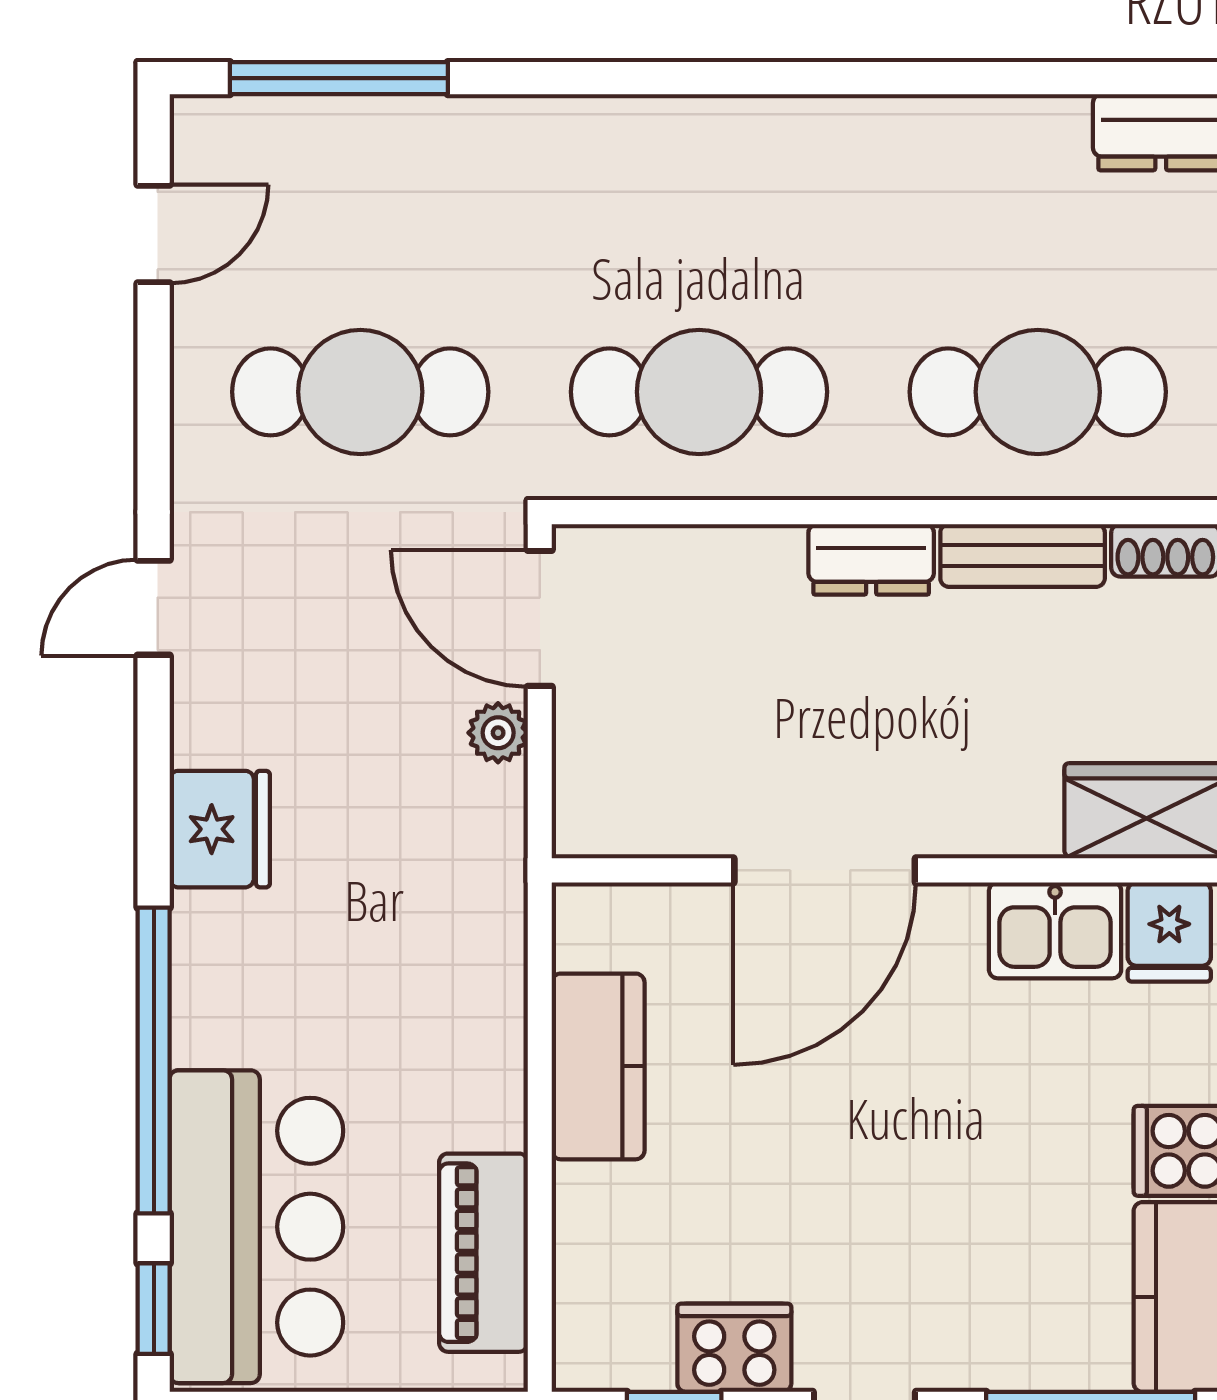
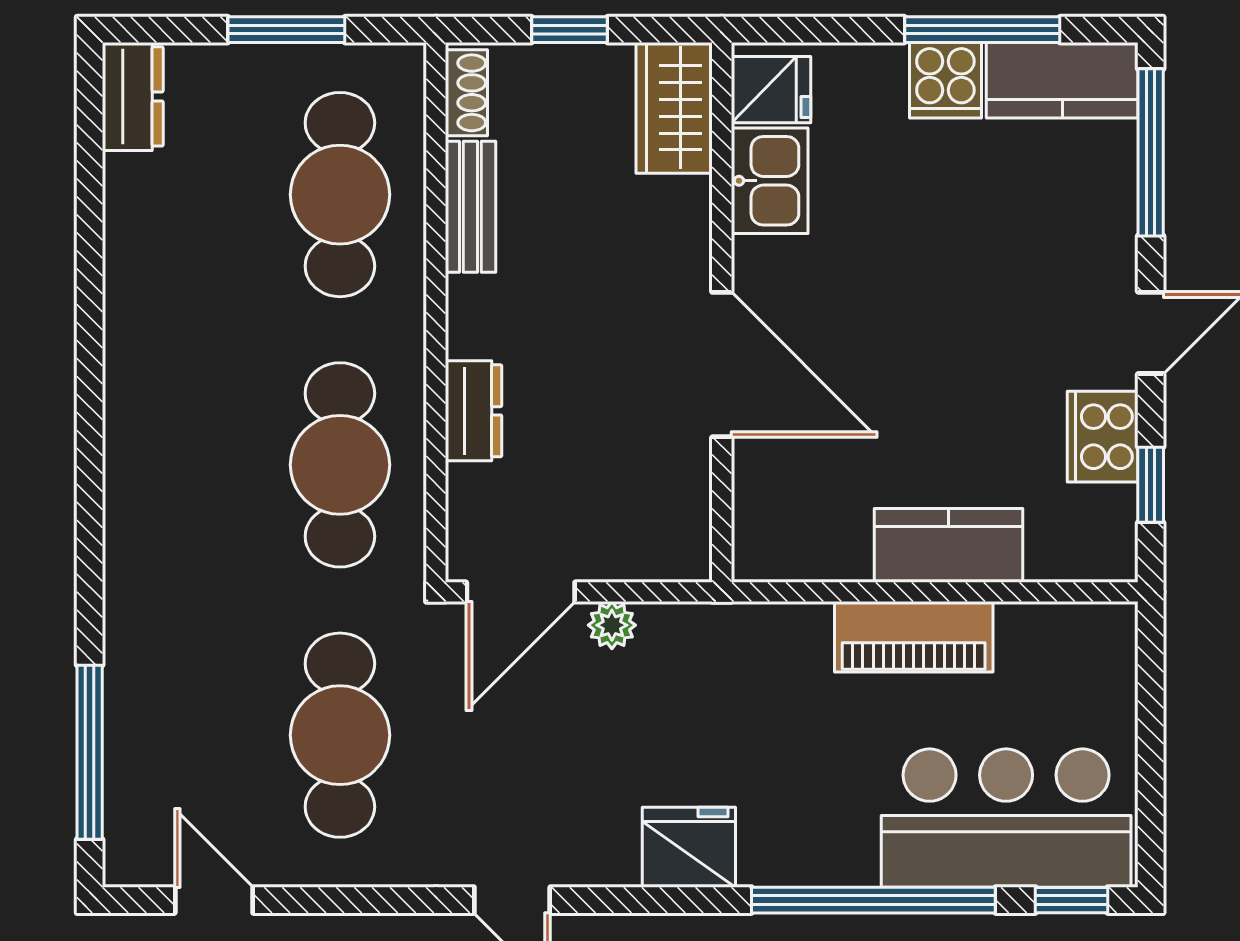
dresser: (871, 559) -> (474, 411), moved
kitchen counter: (598, 1066) -> (949, 545), moved
piano: (483, 1253) -> (914, 637), moved

